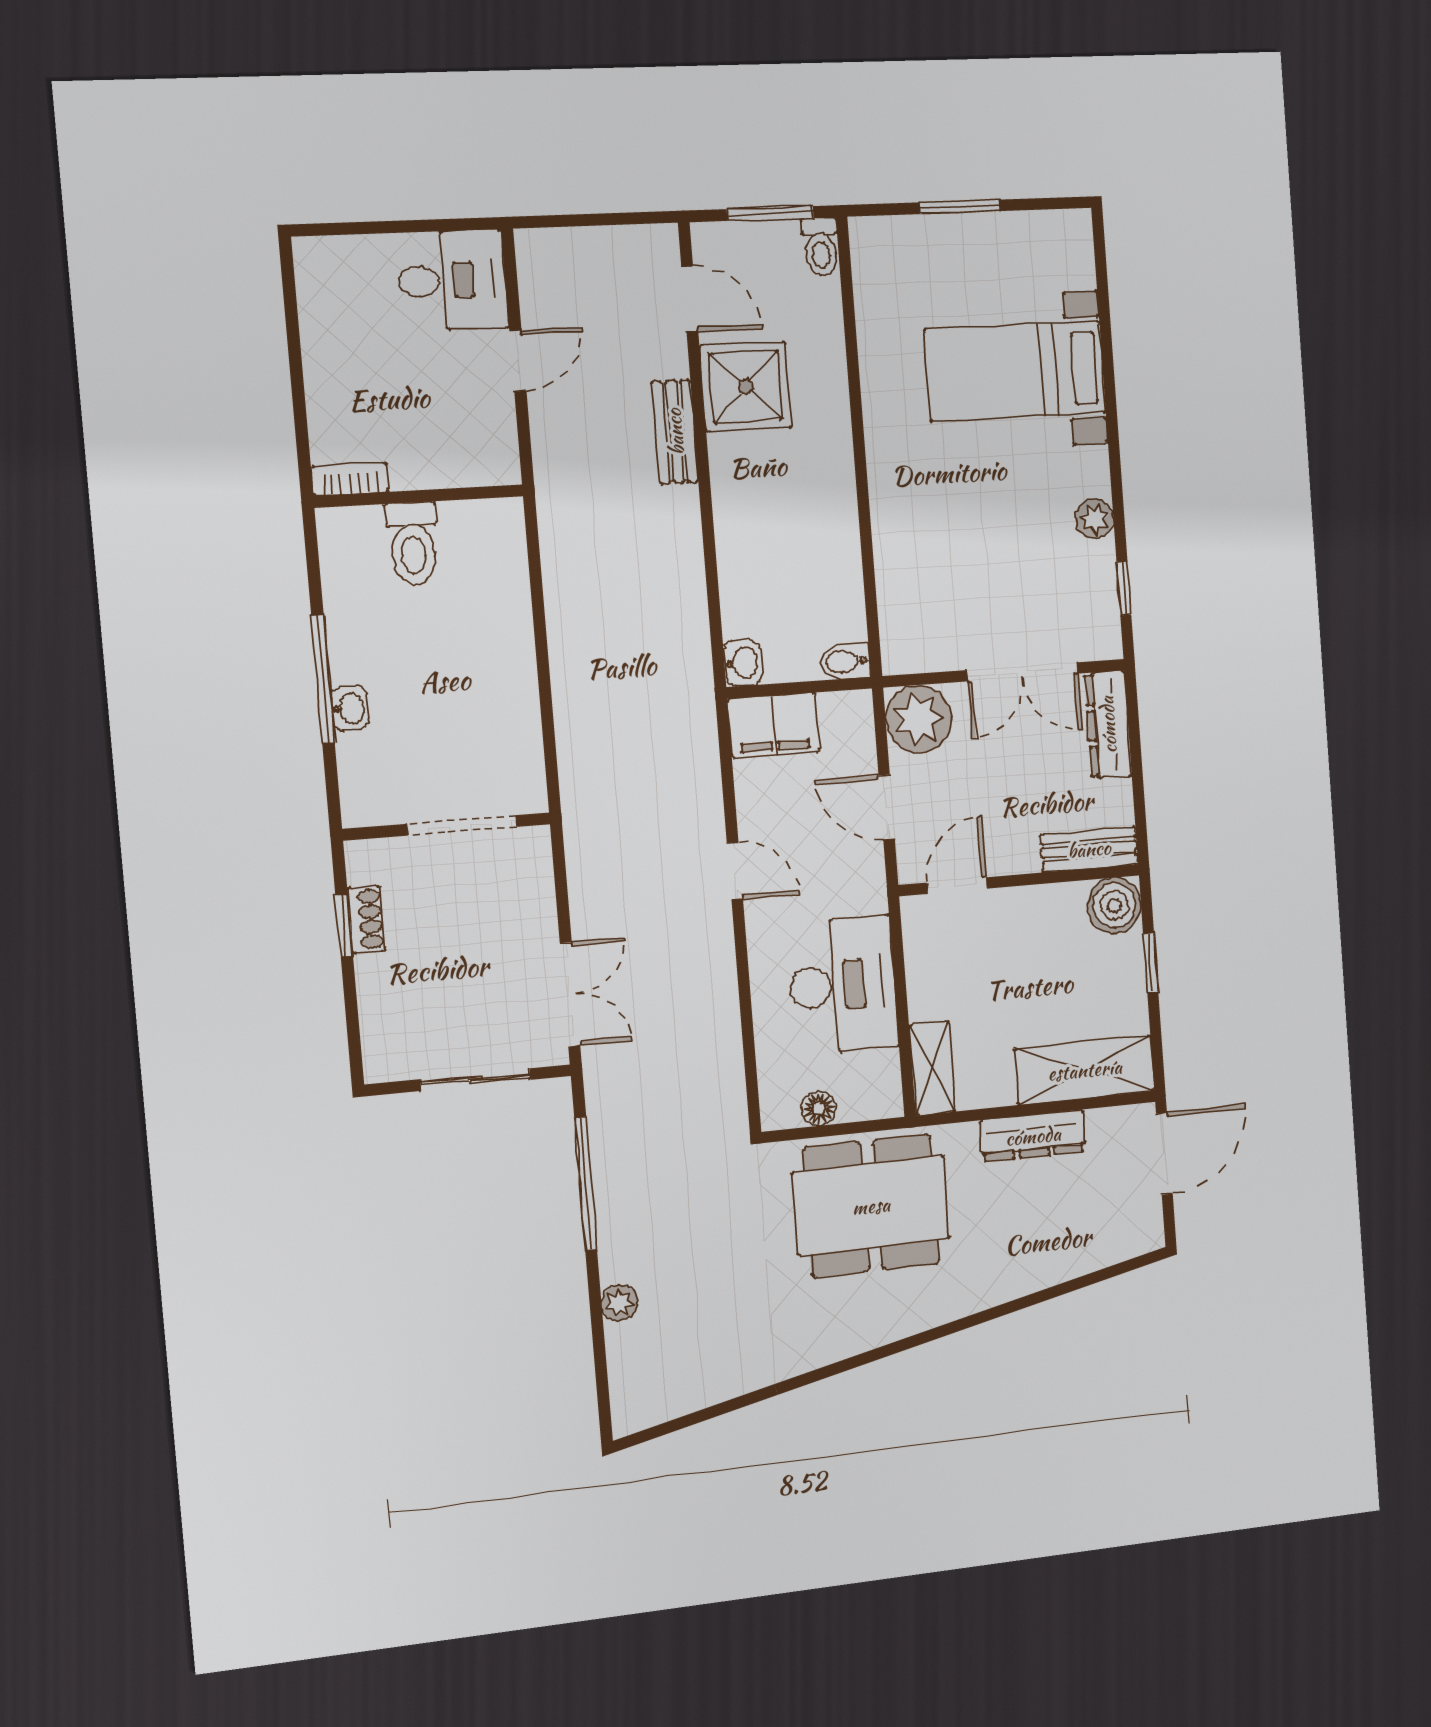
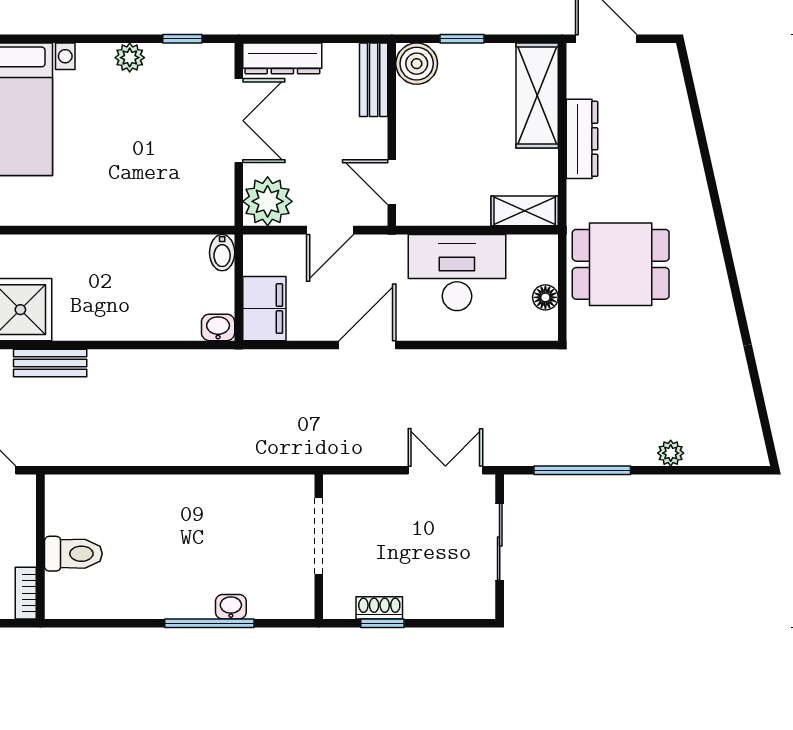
bookcase: (350, 479) -> (26, 593), moved
wall: (419, 496) -> (40, 547), moved
toilet: (413, 544) -> (73, 554), moved
door: (735, 871) -> (367, 345), width x1.38
dining table: (871, 1206) -> (621, 264), width x0.73

